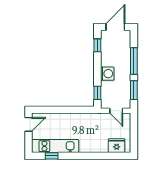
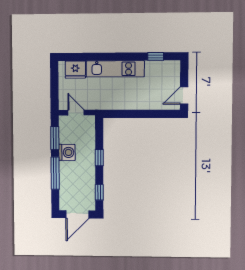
washing machine: (107, 74) -> (67, 152), moved, turned 180
window: (97, 93) -> (99, 158), moved
kitchen unit: (55, 146) -> (115, 69), moved

